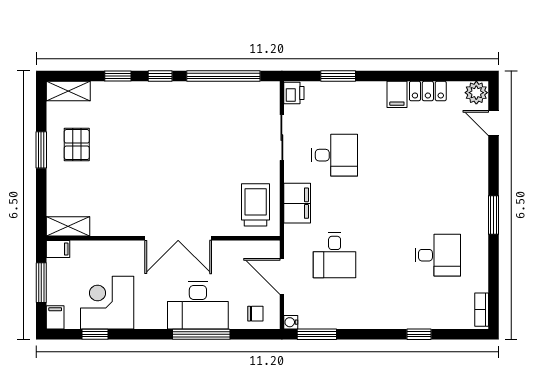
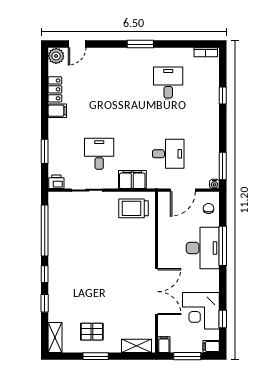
shelving: (68, 226) -> (137, 346), moved, turned 90
double door: (178, 238) -> (156, 292), moved

